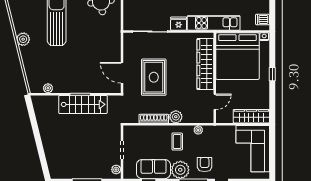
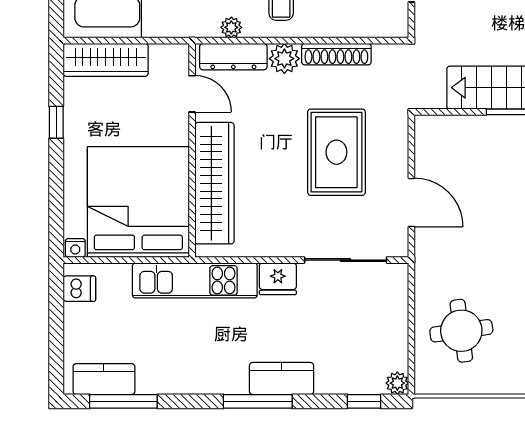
door: (122, 73) -> (411, 202), moved
window: (272, 74) -> (56, 122), moved
door: (215, 102) -> (192, 94), swing flipped
dresser: (197, 118) -> (233, 57), added

